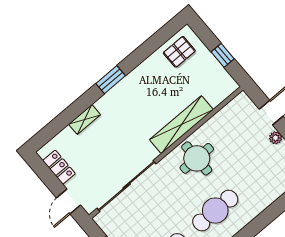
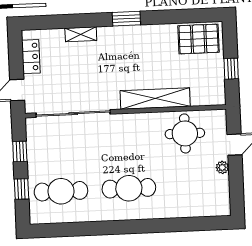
pallet: (179, 52) -> (199, 39), width x1.50, depth x1.42
round table: (197, 158) -> (185, 133), moved

